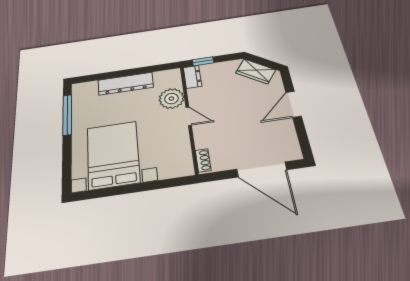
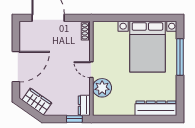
dresser: (126, 84) -> (156, 108), moved
door: (294, 104) -> (16, 67), width x1.36
window: (67, 115) -> (180, 57), moved

